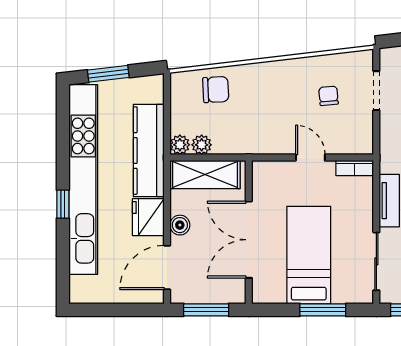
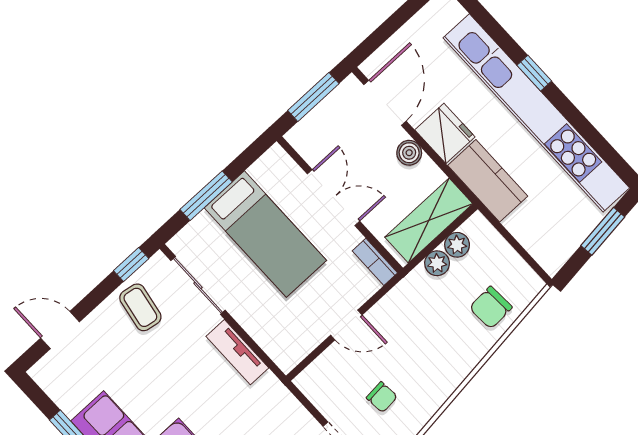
plant: (180, 145) -> (437, 263), moved
kitchen counter: (149, 151) -> (488, 181), width x0.67
bookcase: (355, 168) -> (375, 262), moved, turned -90
double door: (249, 240) -> (333, 198), width x0.73

